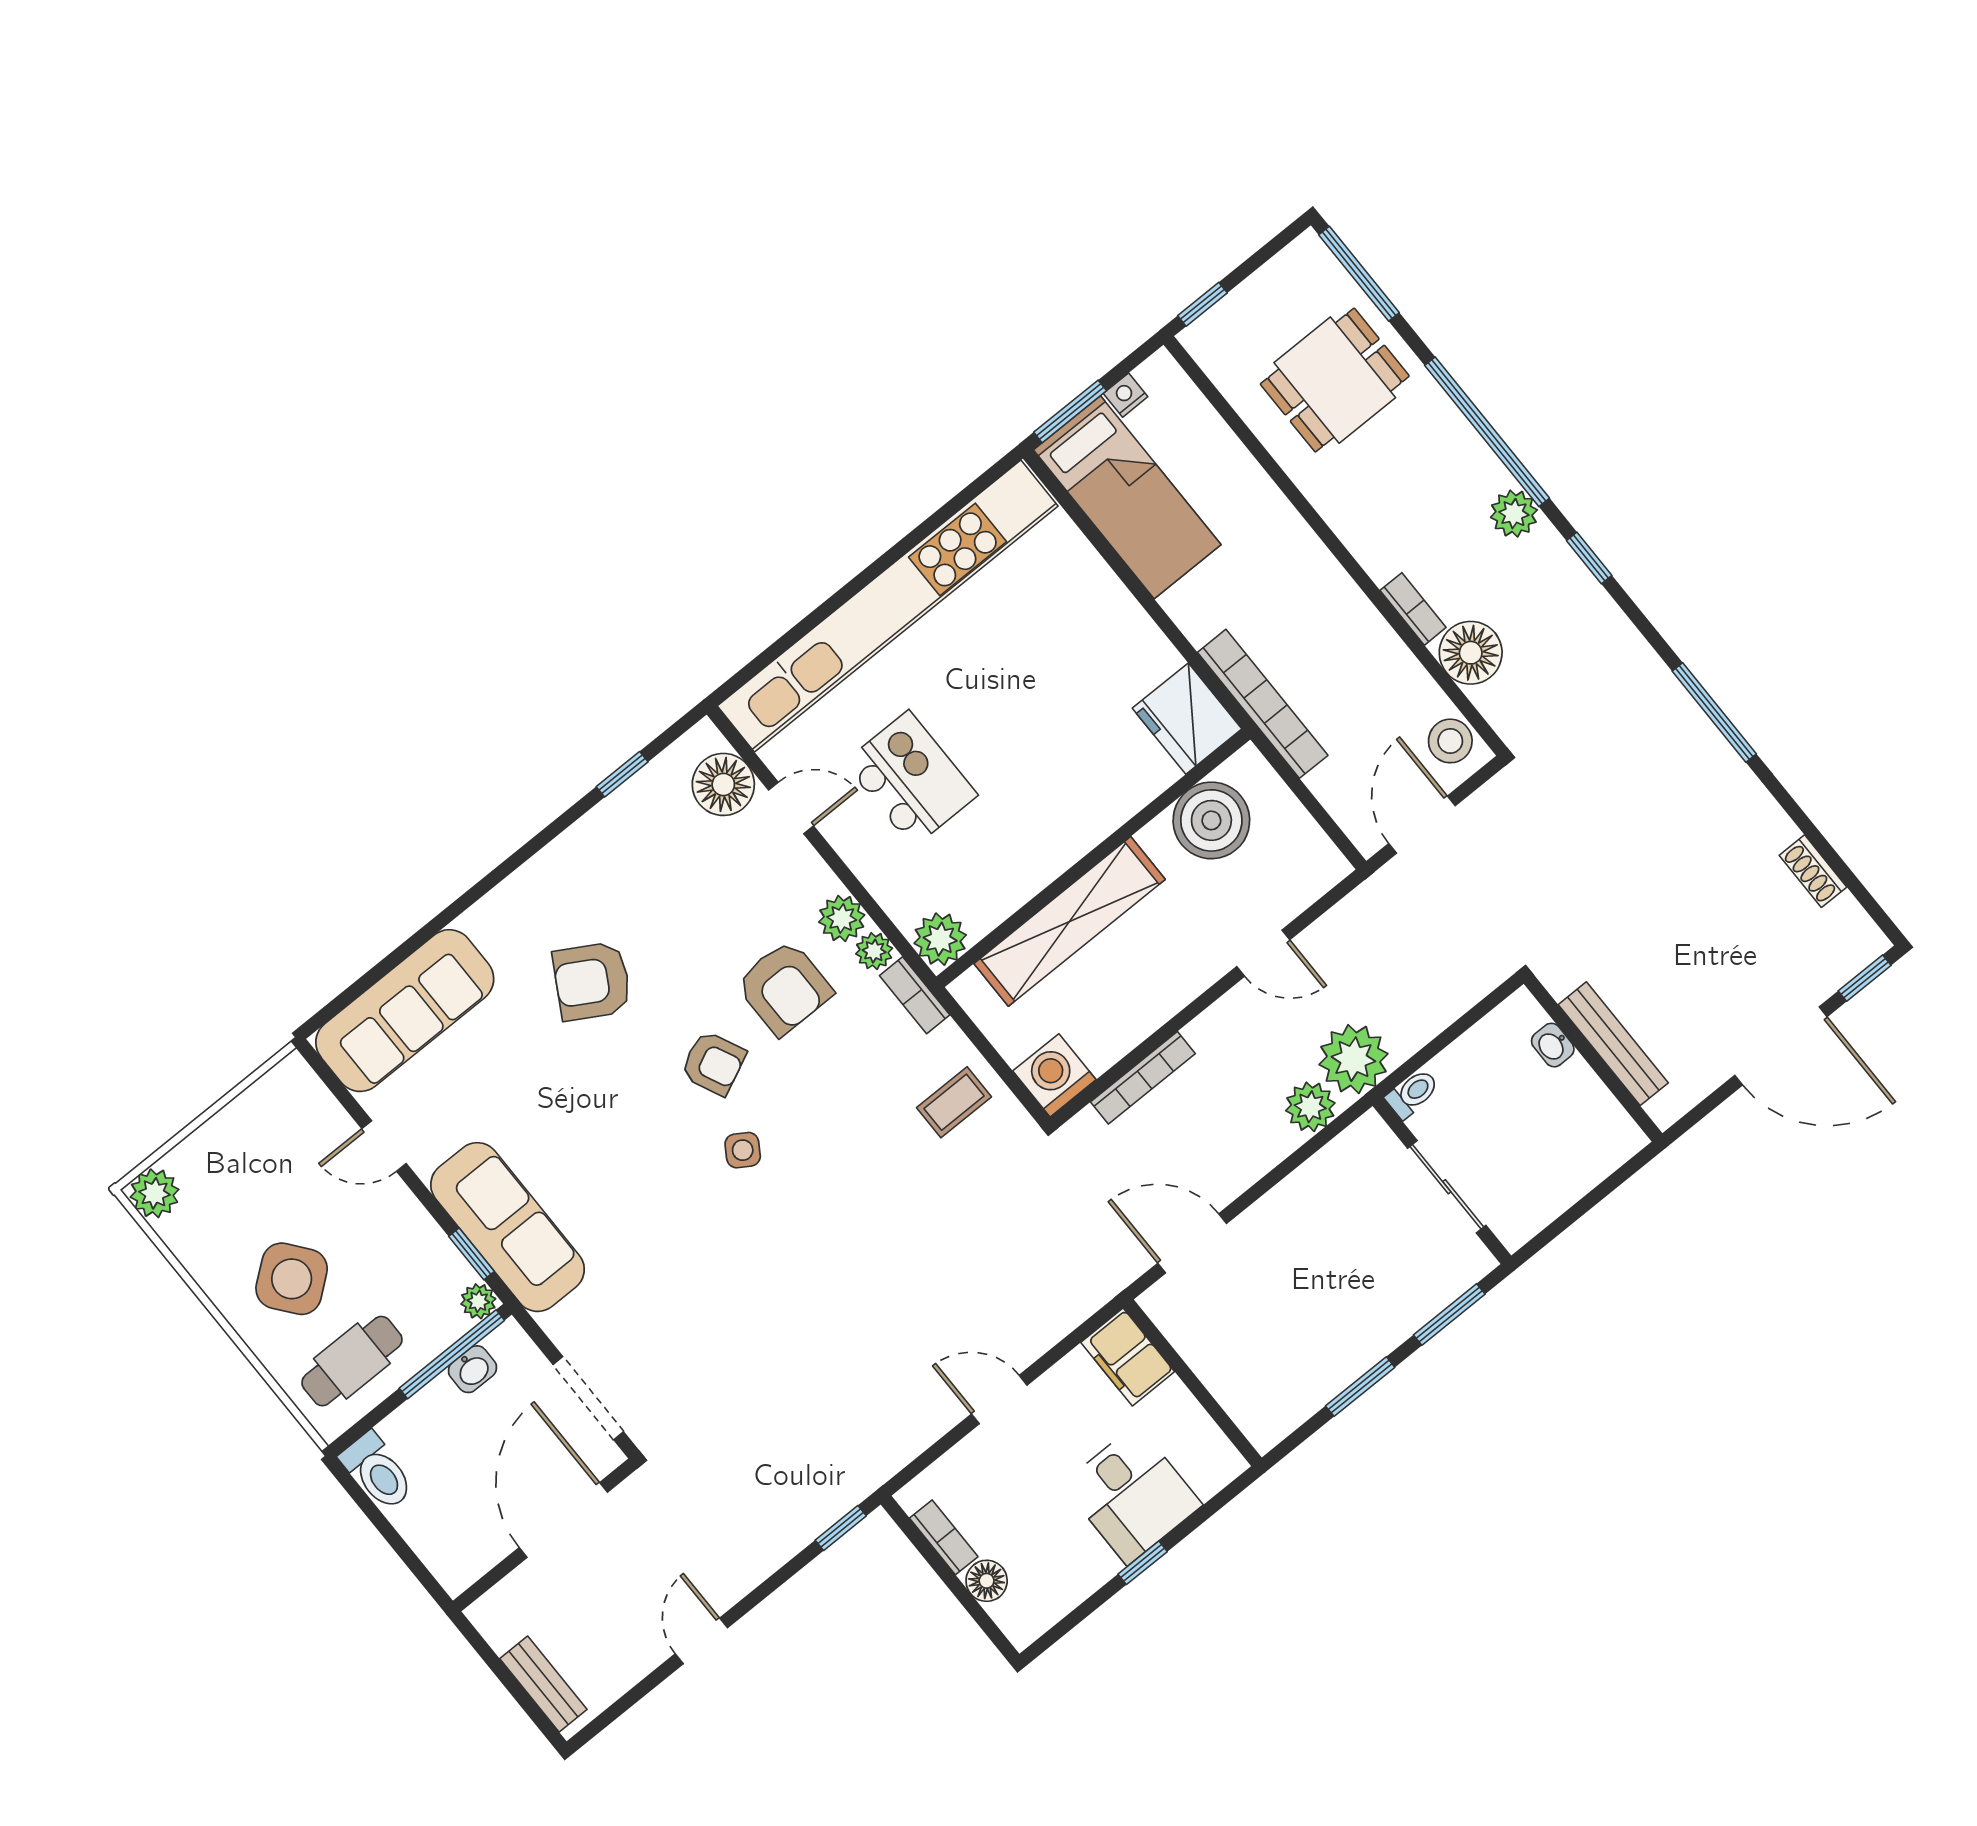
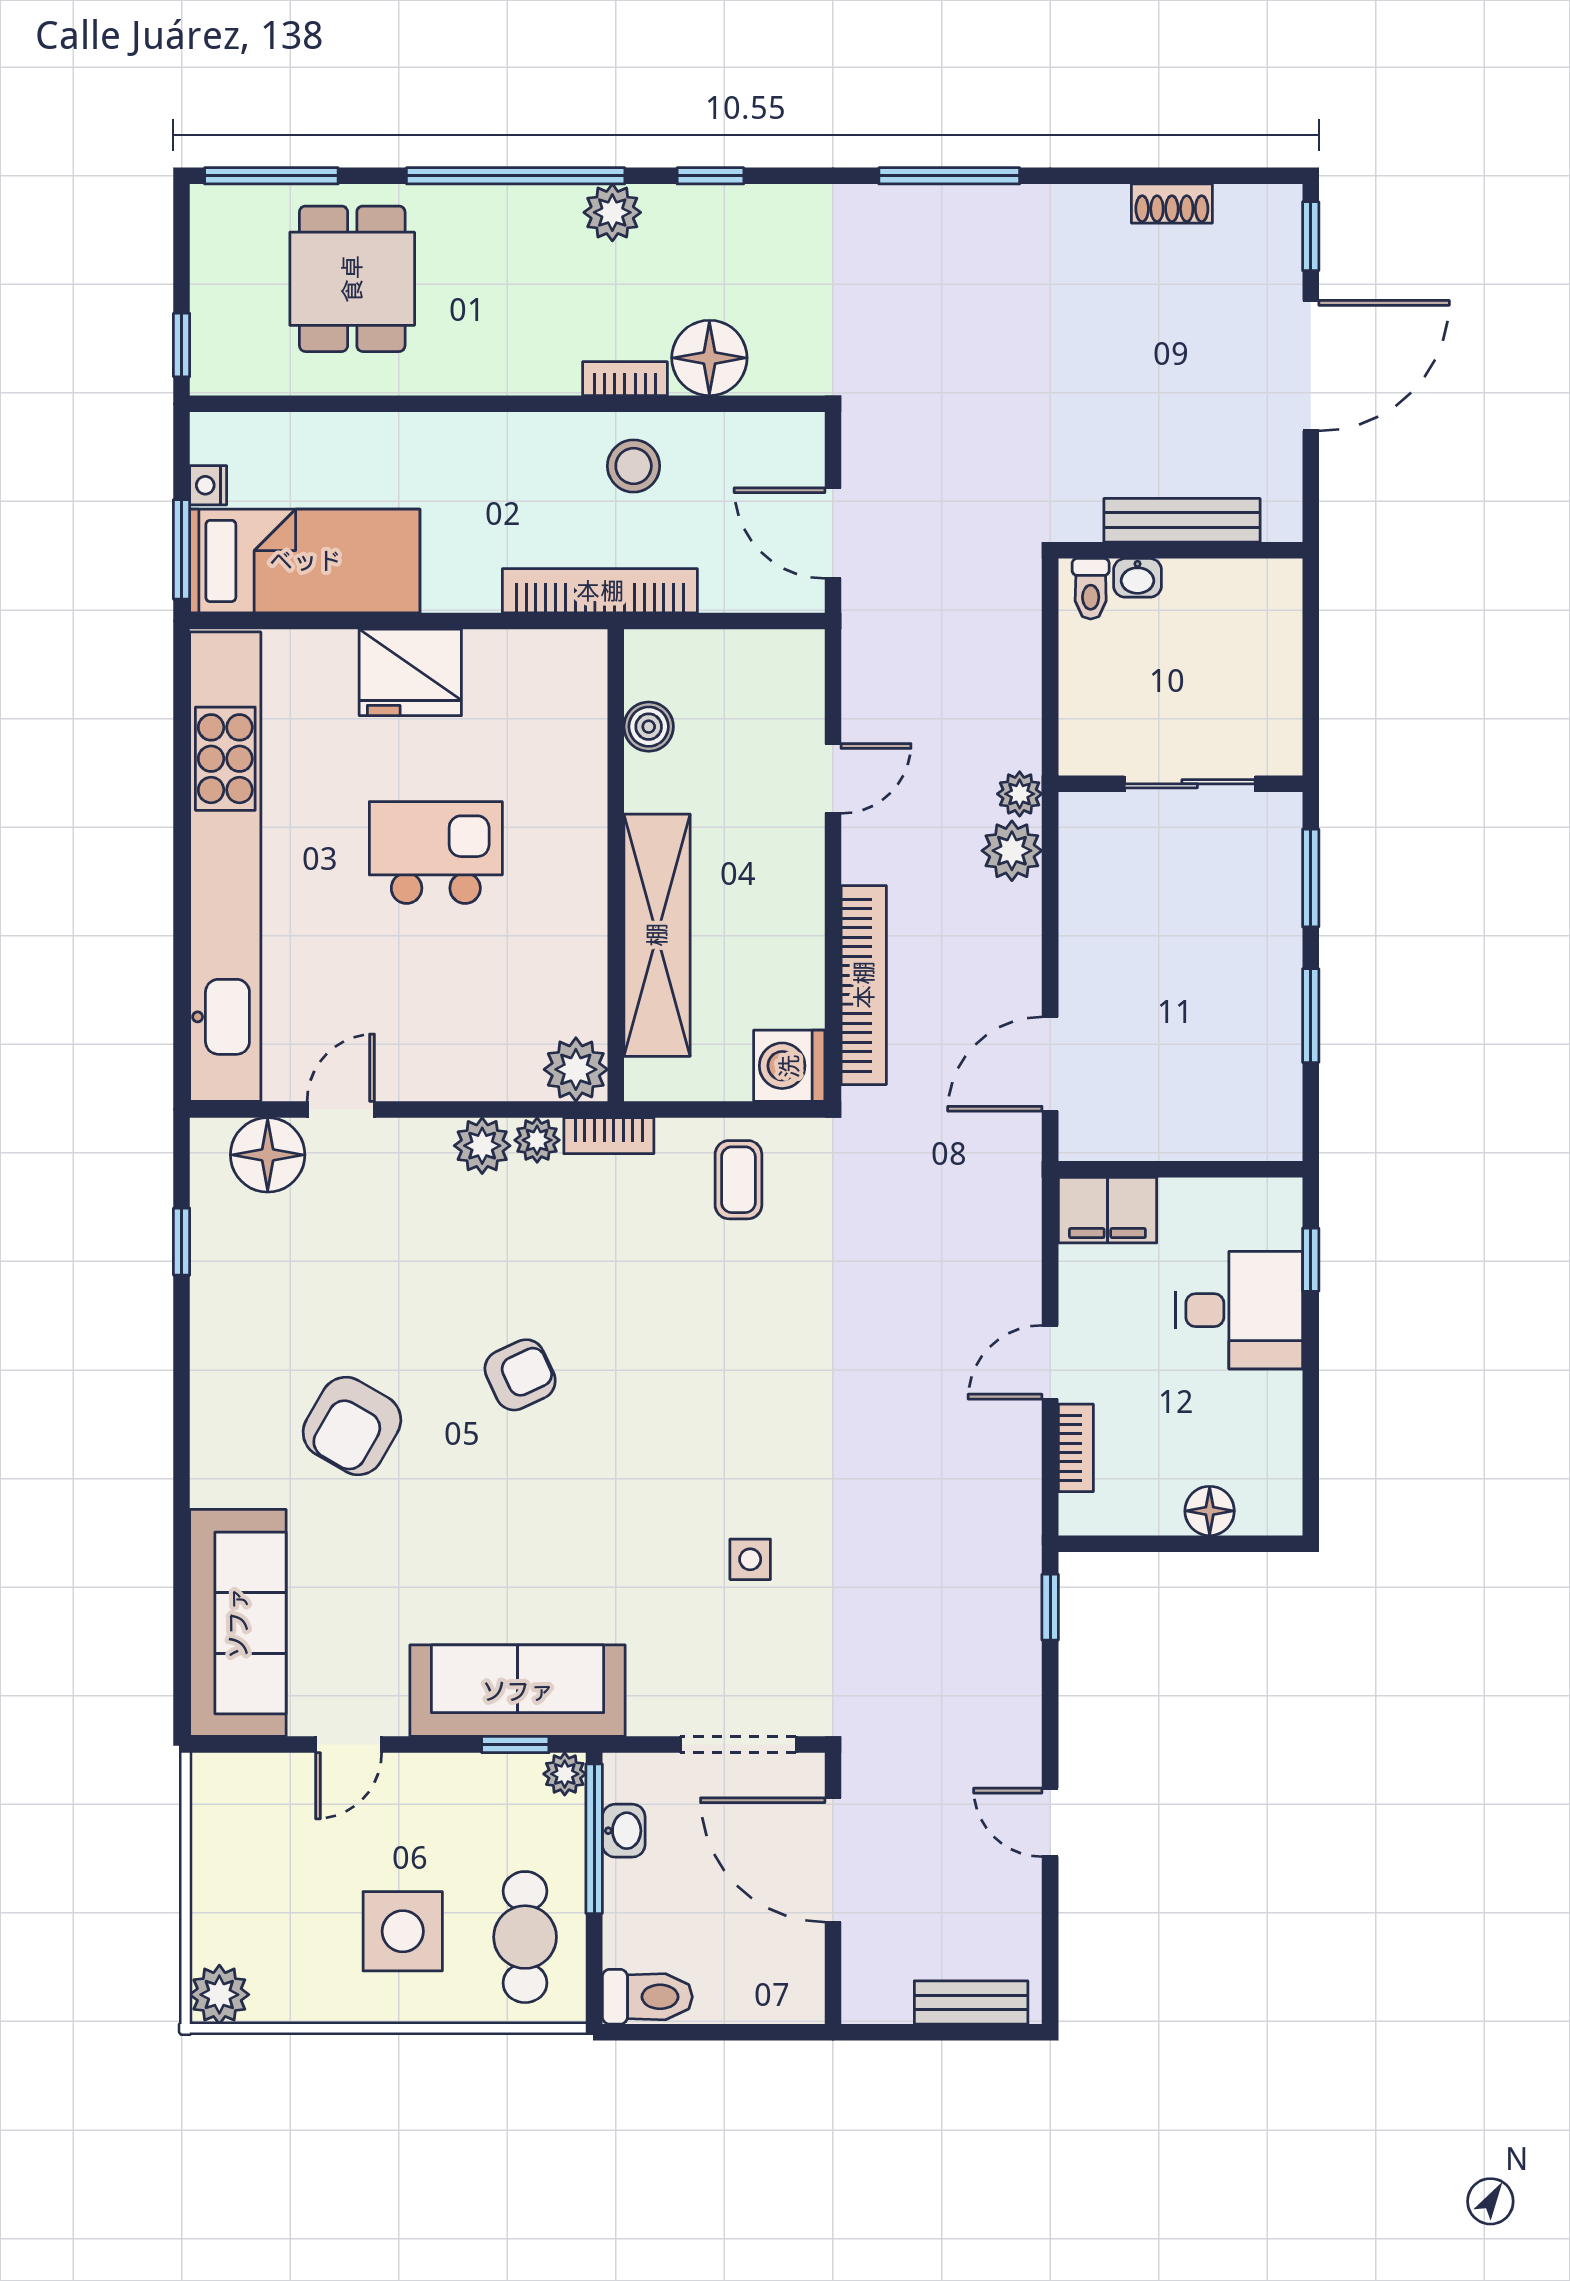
fridge: (1187, 719) -> (410, 672), moved
stool: (1450, 741) -> (634, 466), moved
kitchen island: (911, 779) -> (436, 853), moved
boiler: (1211, 820) -> (649, 727), width x0.54, depth x0.54
armchair: (784, 988) -> (503, 1252), removed
plant: (1353, 1059) -> (1020, 794), width x0.53, depth x0.53
bookcase: (1143, 1078) -> (864, 985), width x1.48, depth x1.31
toilet: (1413, 1094) -> (1091, 589), moved, turned 180
side table: (743, 1150) -> (750, 1559), moved, turned -32
side table: (292, 1279) -> (403, 1931), turned 38
bookcase: (944, 1537) -> (1076, 1448), moved, turned 90
window: (1143, 1563) -> (1311, 1260), moved

